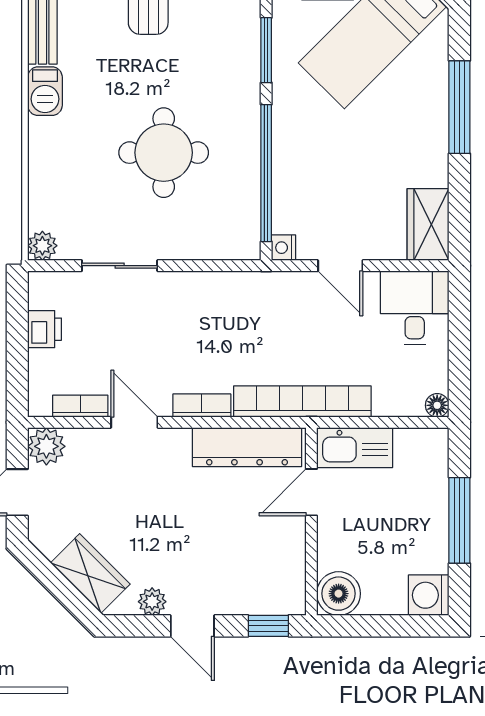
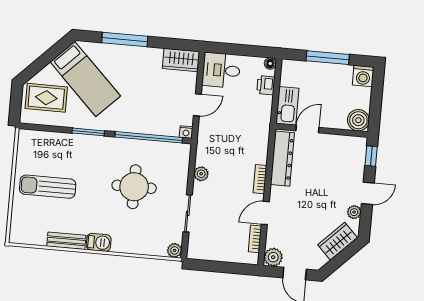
plant: (202, 286) -> (201, 174), added
printer: (45, 329) -> (266, 85), moved, turned -90
bookcase: (302, 401) -> (262, 130), removed
door: (311, 492) -> (307, 129), swing flipped

